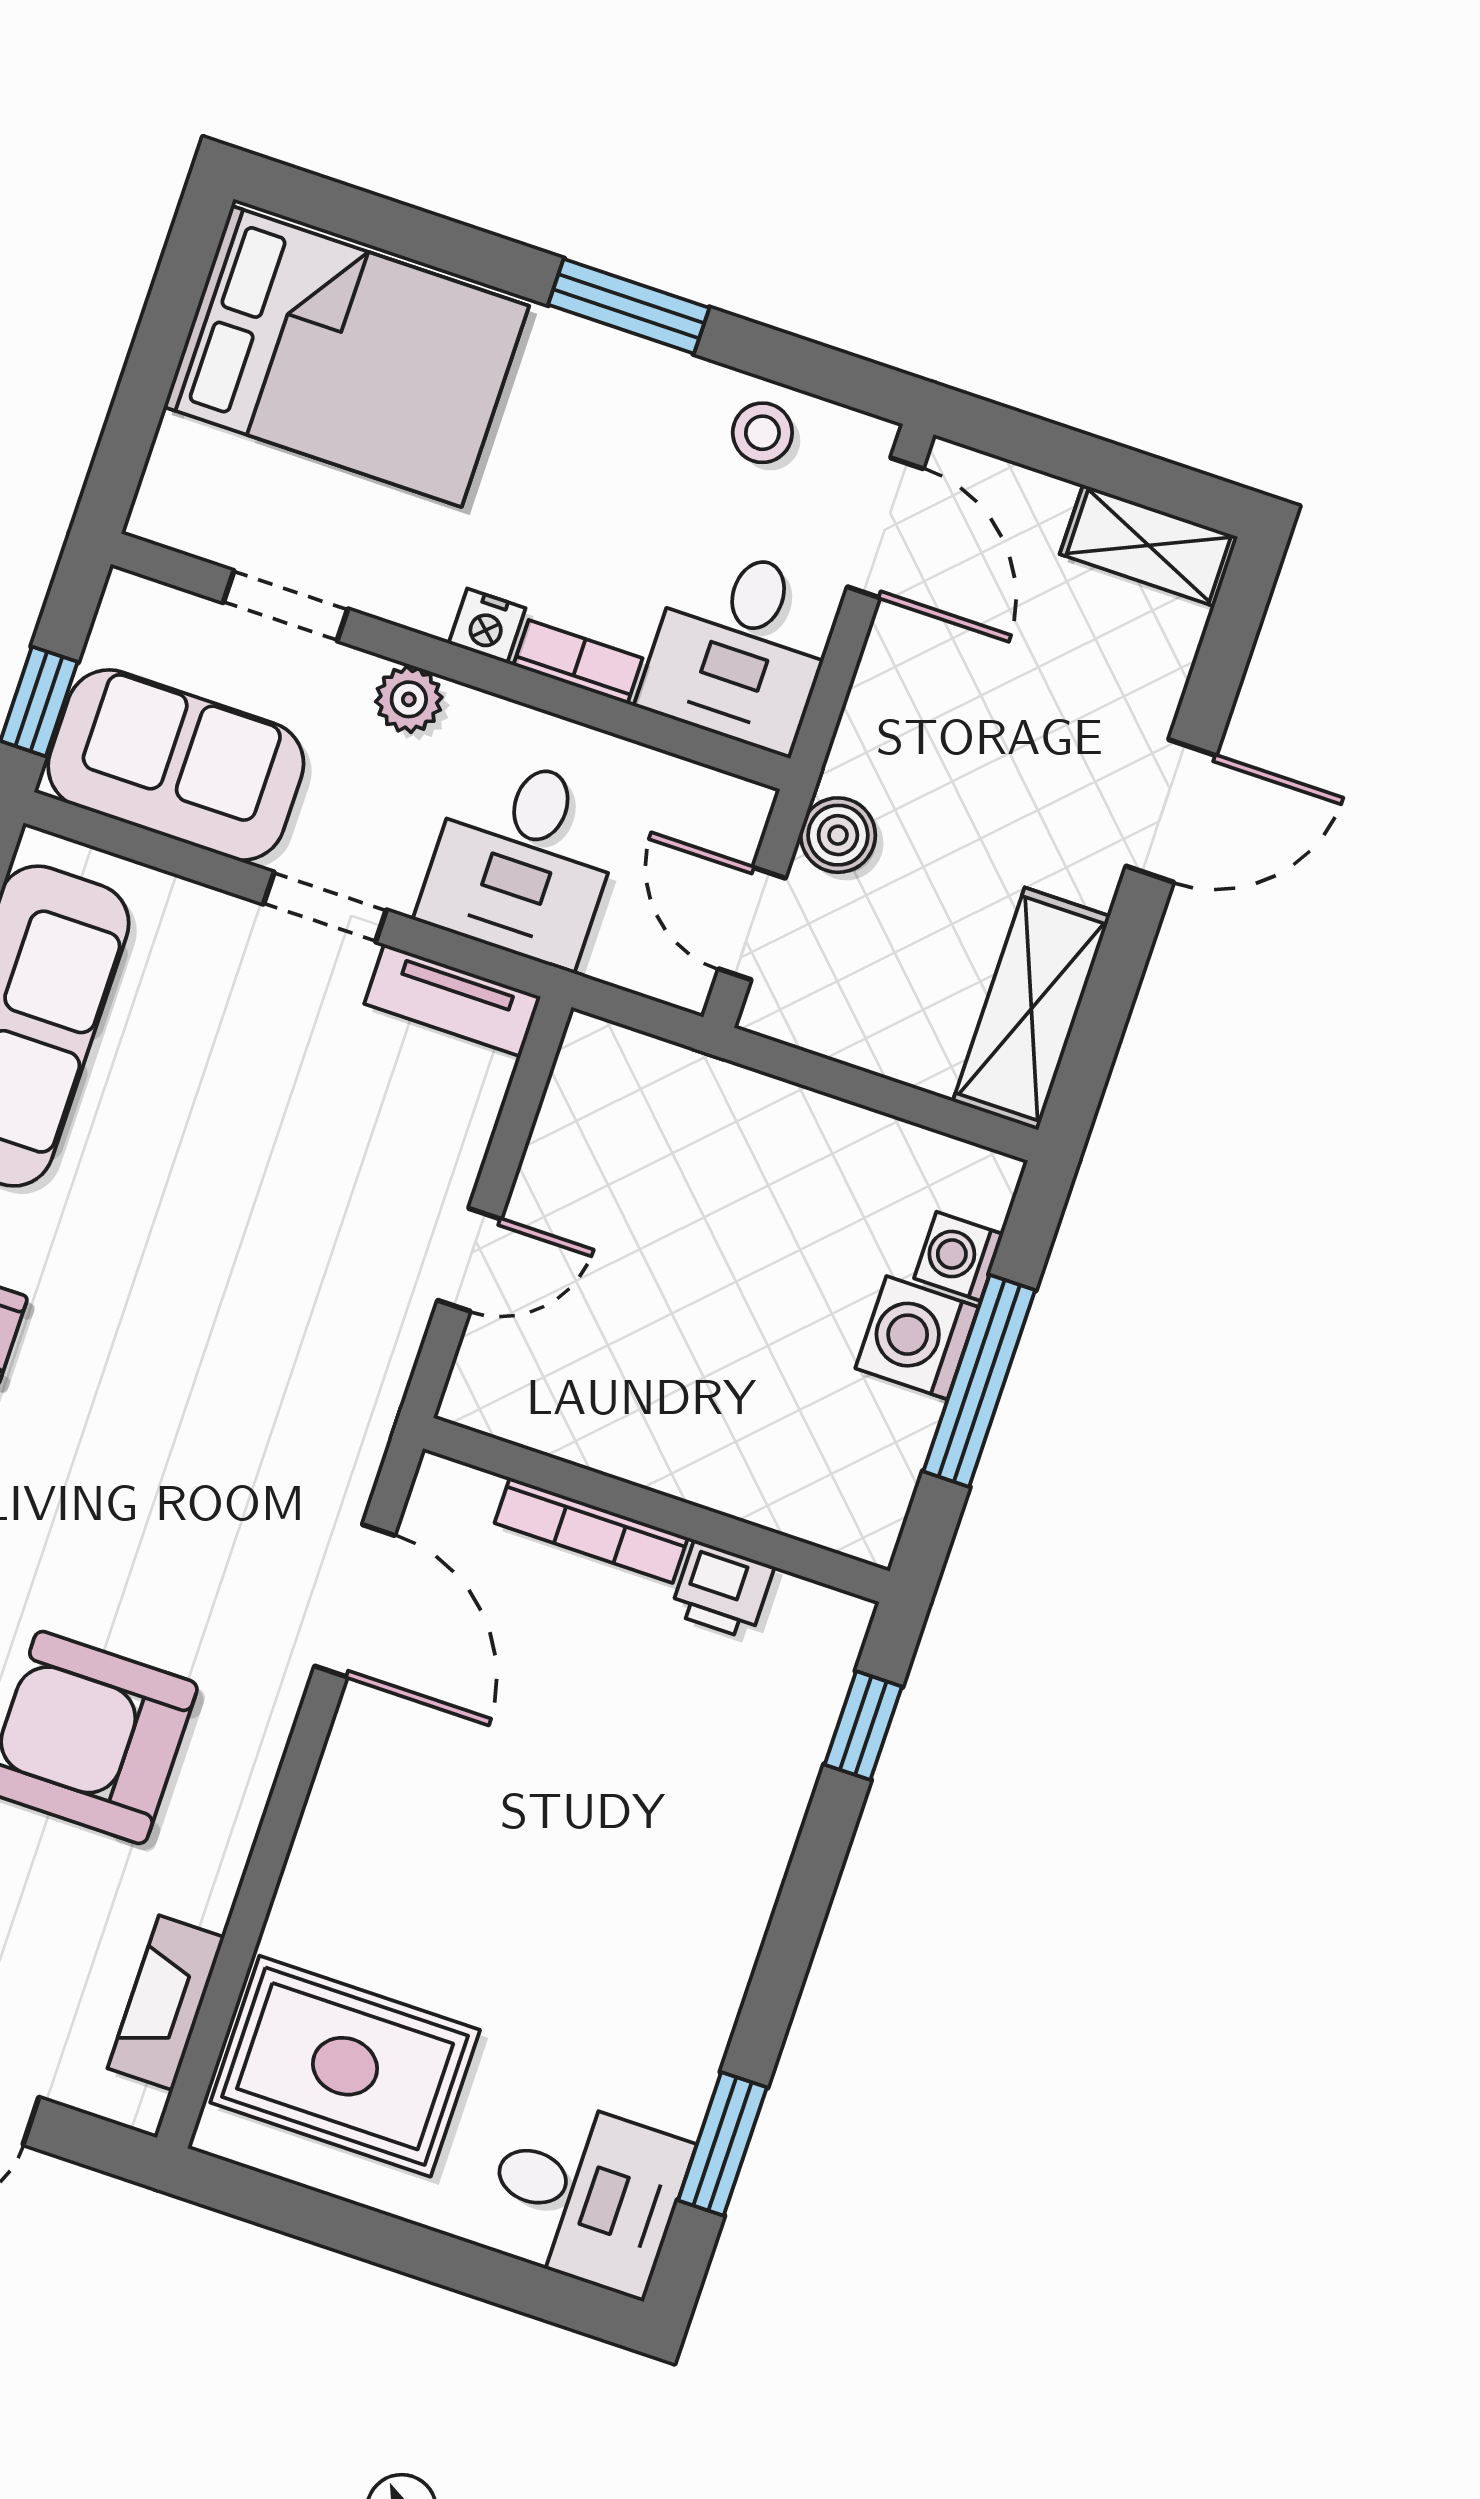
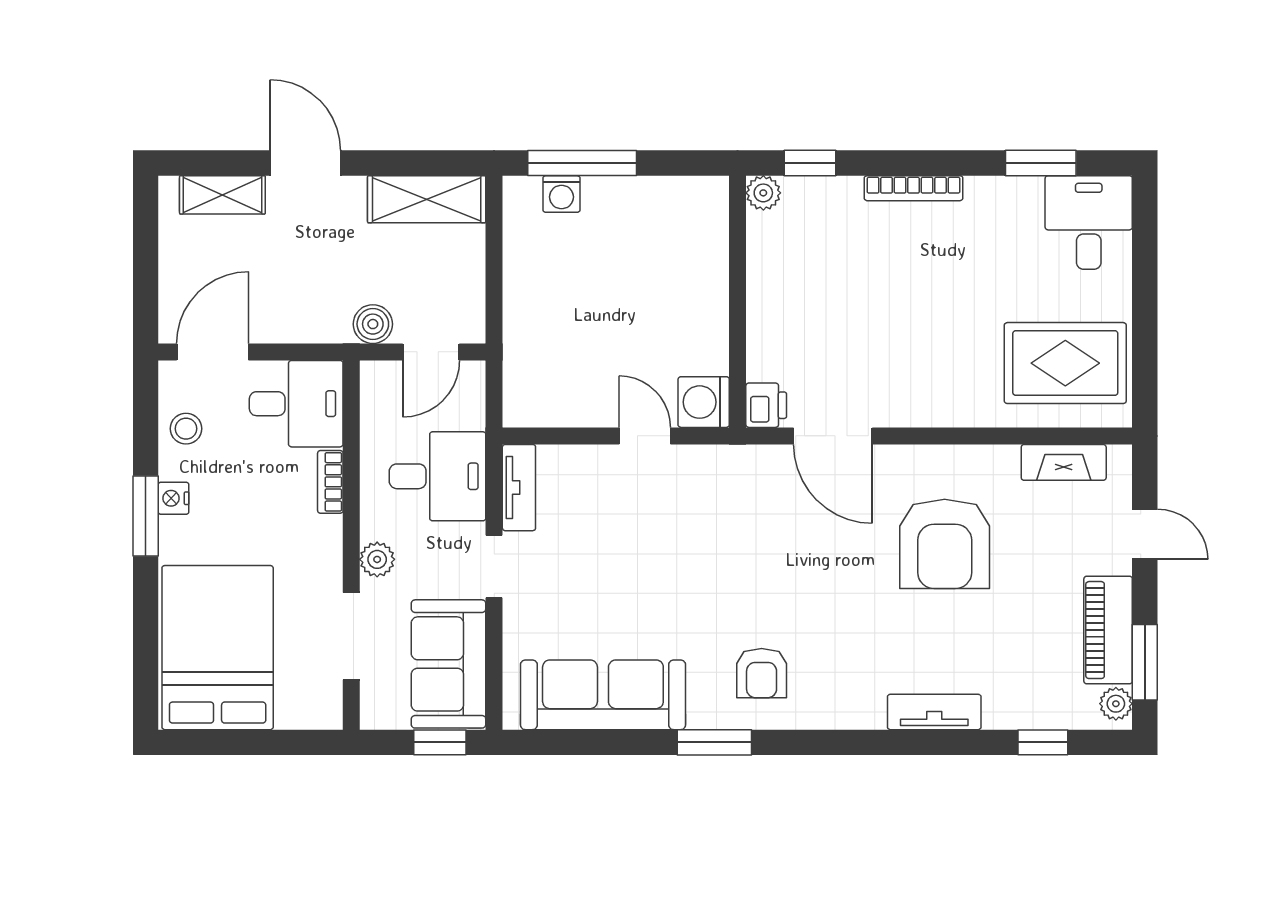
shelving: (1149, 545) -> (222, 195), moved, turned 90
doorway: (286, 606) -> (351, 636), width x1.38
nightstand: (487, 626) -> (173, 498), moved, turned 180
washing machine: (917, 1338) -> (704, 402), moved, turned 90
window: (979, 1381) -> (582, 163), moved
bookcase: (591, 1530) -> (914, 188), moved, turned 90
printer: (722, 1590) -> (766, 405), moved
door: (355, 1601) -> (833, 436), swing flipped
plant: (838, 1623) -> (763, 193), added
rug: (345, 2066) -> (1065, 363), turned 90

